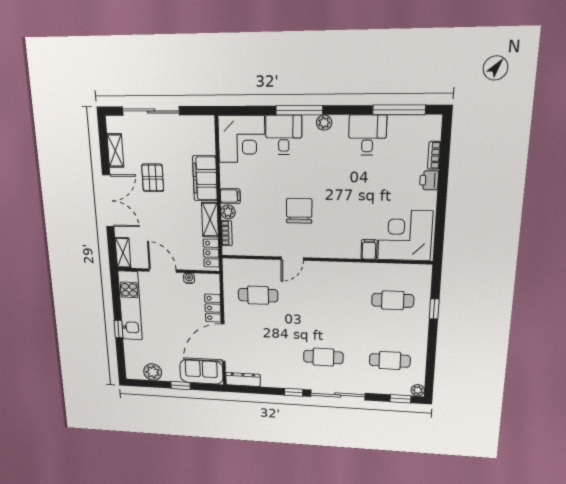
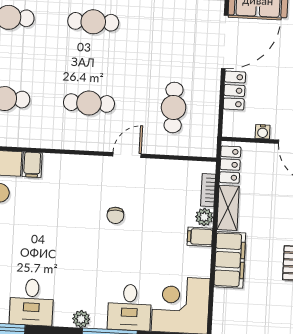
chair: (299, 211) -> (115, 215), width x0.54, depth x0.54
cafe table: (258, 295) -> (174, 107), turned 90
cafe table: (324, 298) -> (89, 103), added

